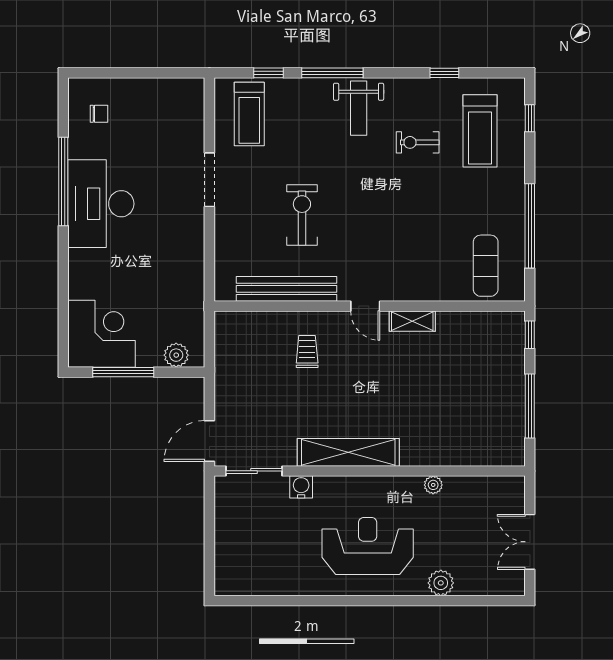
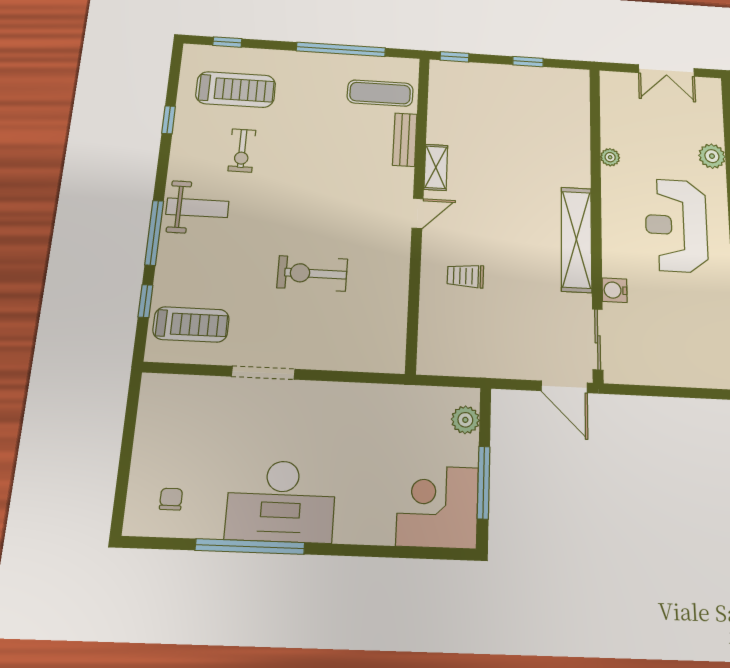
bench: (286, 289) -> (405, 140), moved, width x0.54, depth x0.82
window: (530, 406) -> (528, 62), width x0.46

